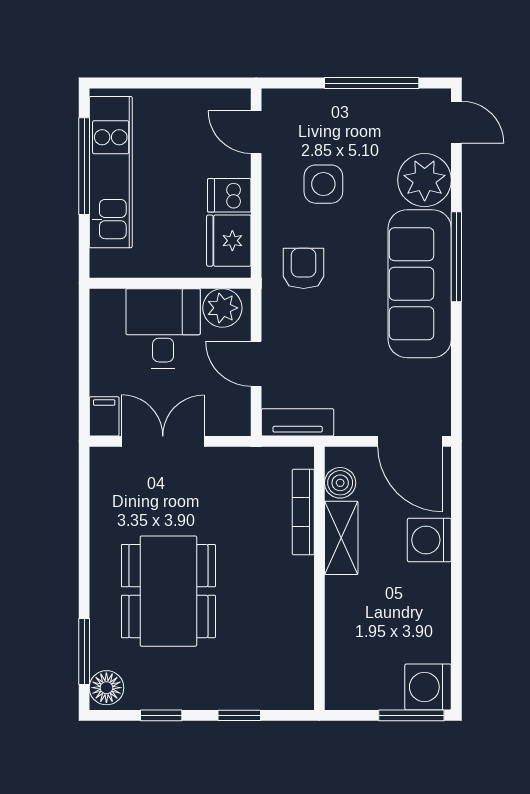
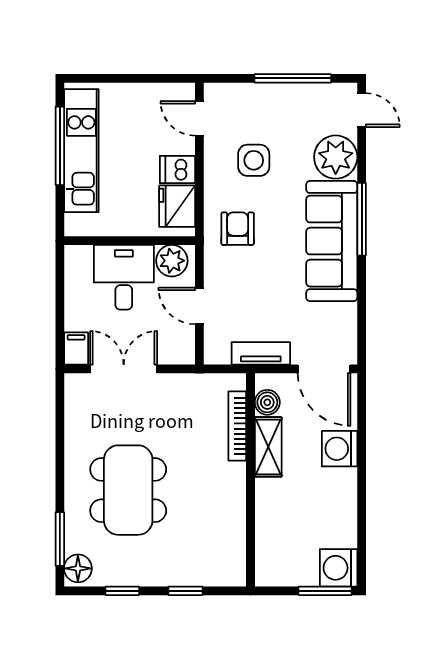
tv unit: (298, 422) -> (261, 353), moved

